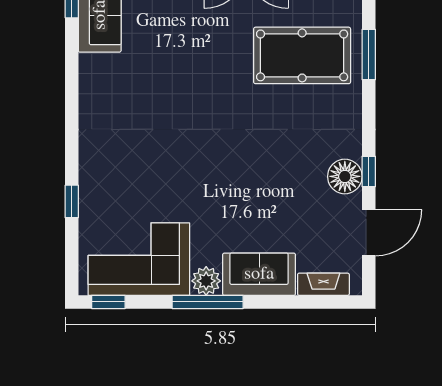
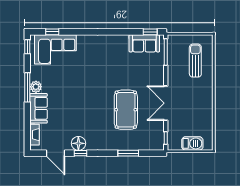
pool table: (302, 55) -> (126, 110), moved
window: (72, 201) -> (52, 32), moved
corner sofa: (139, 259) -> (55, 49), moved, turned 90

